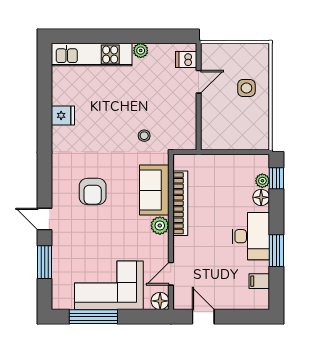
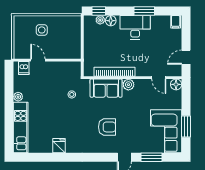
filing cabinet: (259, 281) -> (176, 22), moved
corner sofa: (109, 285) -> (166, 131), moved
window: (93, 317) -> (186, 126), width x0.69

